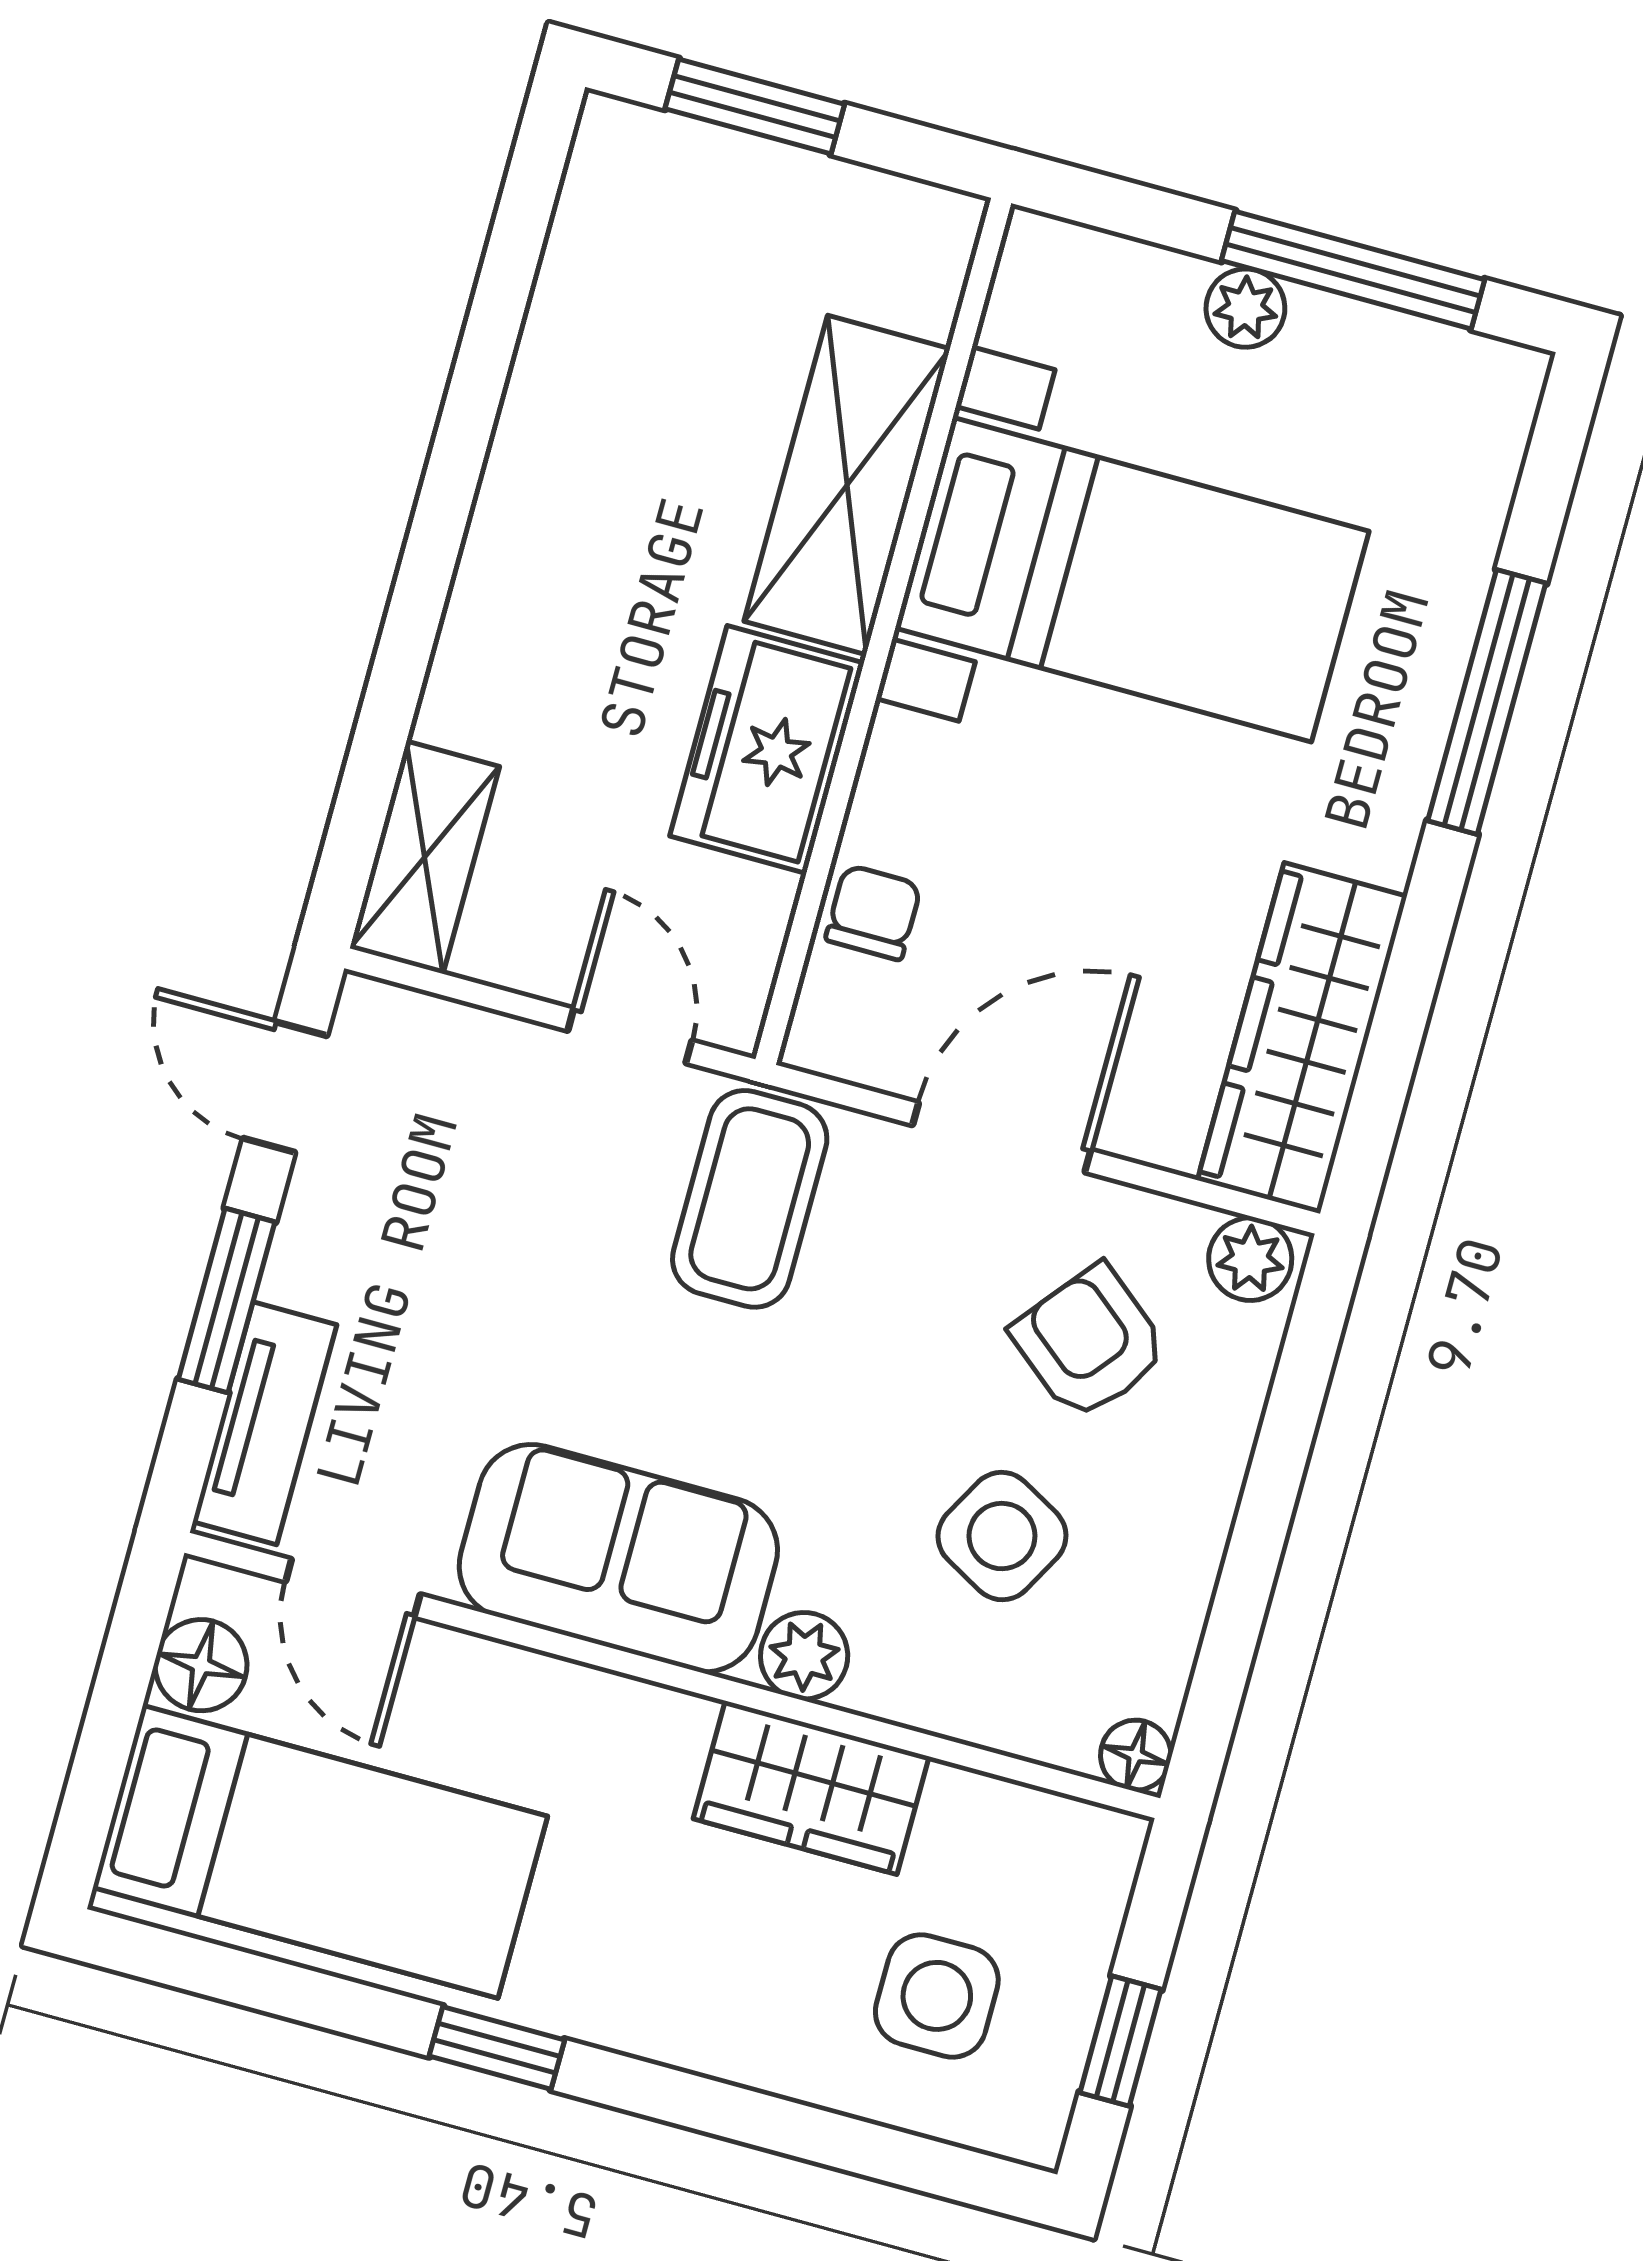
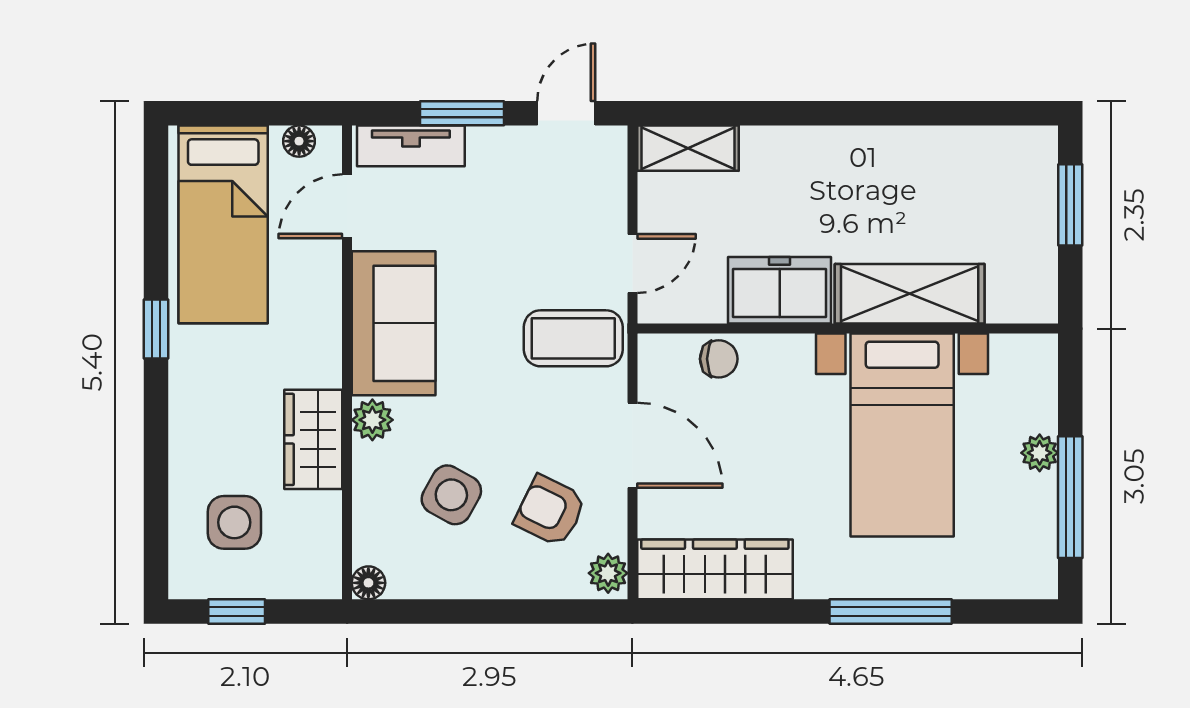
armchair: (1090, 1343) -> (550, 511), turned -103
floor lamp: (201, 1665) -> (299, 141), width x0.73, depth x0.73

